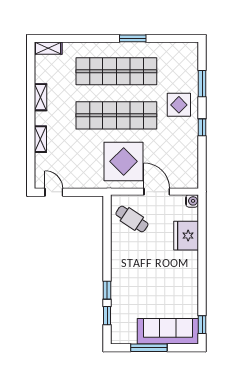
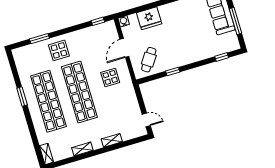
window: (202, 127) -> (98, 21), moved
display table: (124, 161) -> (110, 77), width x0.54, depth x0.54
door: (54, 192) -> (146, 120), swing flipped
window: (107, 290) -> (173, 72), moved

